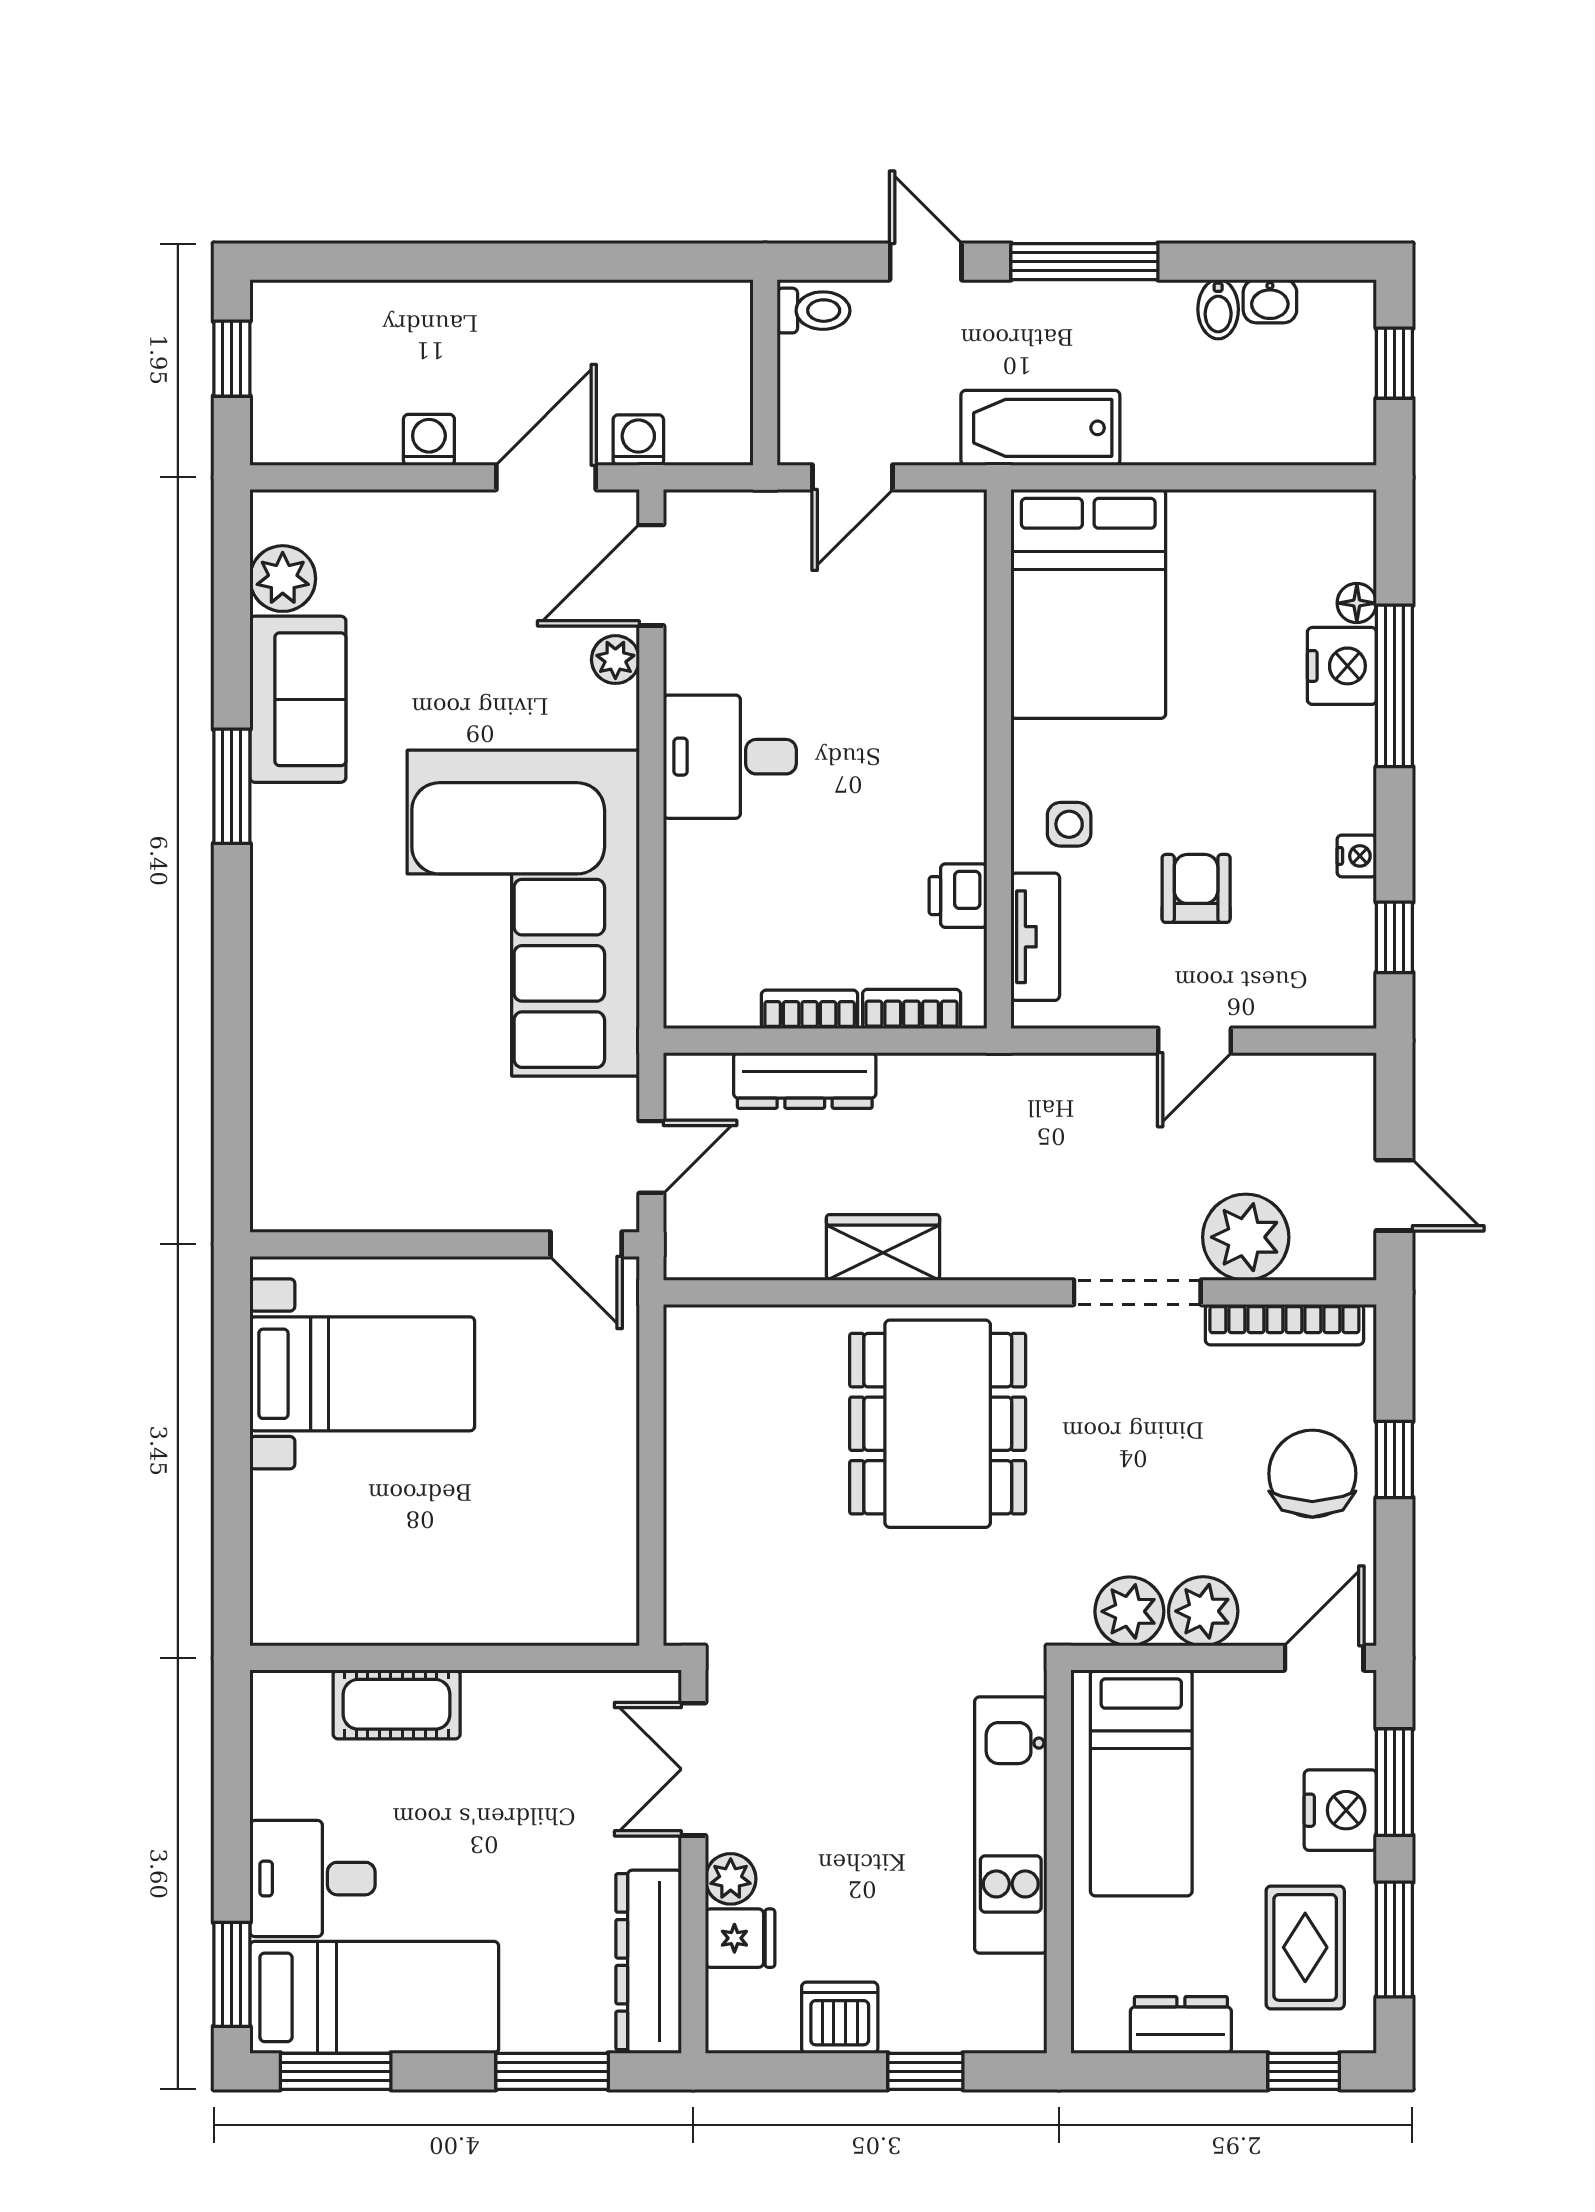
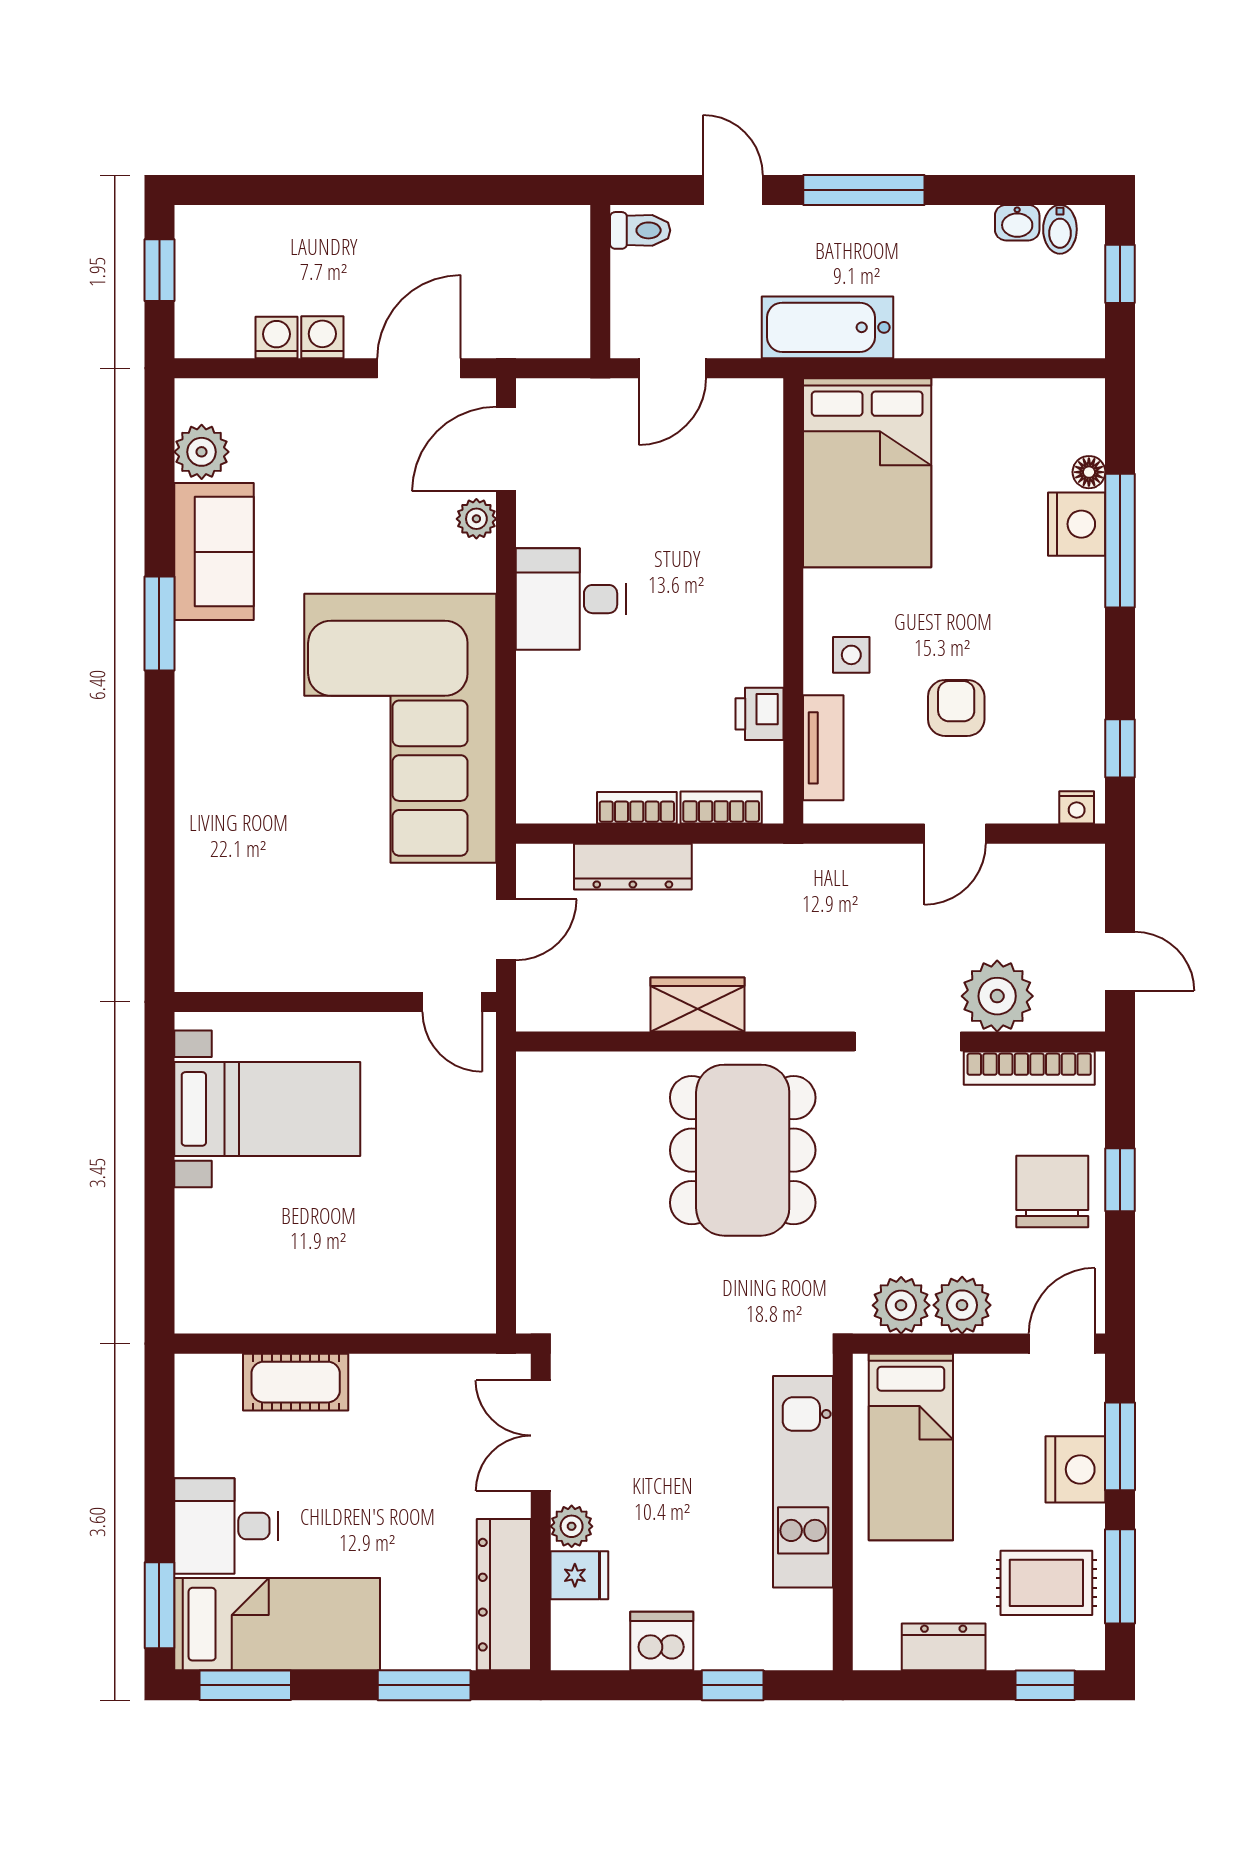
bidet: (1218, 309) -> (1060, 229), moved
washing machine: (638, 440) -> (277, 337), moved
nightstand: (1357, 856) -> (1077, 807), moved, turned 90
rug: (1305, 1947) -> (1046, 1583), turned 90

